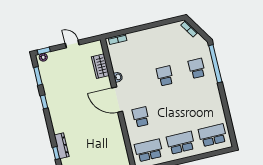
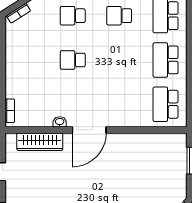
wardrobe: (100, 66) -> (40, 142), width x1.50
school desk: (141, 117) -> (119, 16), moved

